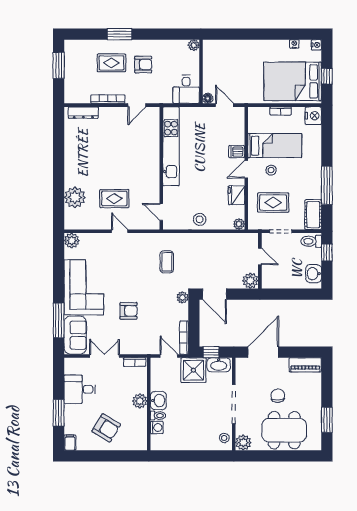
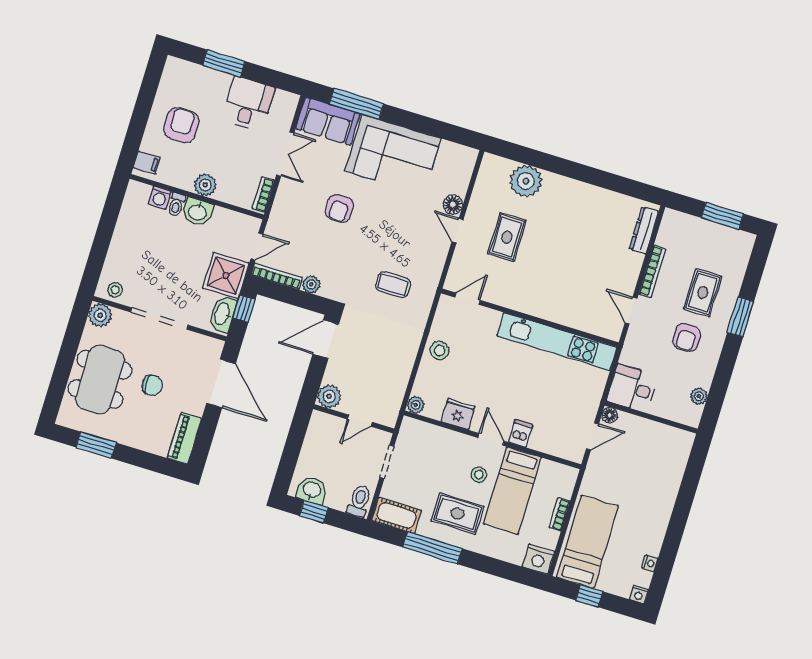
plant: (194, 45) -> (699, 396), moved
bed: (293, 81) -> (587, 542), width x0.67
rug: (273, 203) -> (458, 514), moved, turned 90
door: (120, 231) -> (458, 231), swing flipped
floor lamp: (104, 239) -> (453, 205), added
plant: (72, 241) -> (465, 158), removed
window: (327, 253) -> (314, 512), moved
plant: (182, 297) -> (311, 284), moved
armchair: (106, 428) -> (181, 125), turned 149
filing cabinet: (70, 443) -> (147, 162), moved

